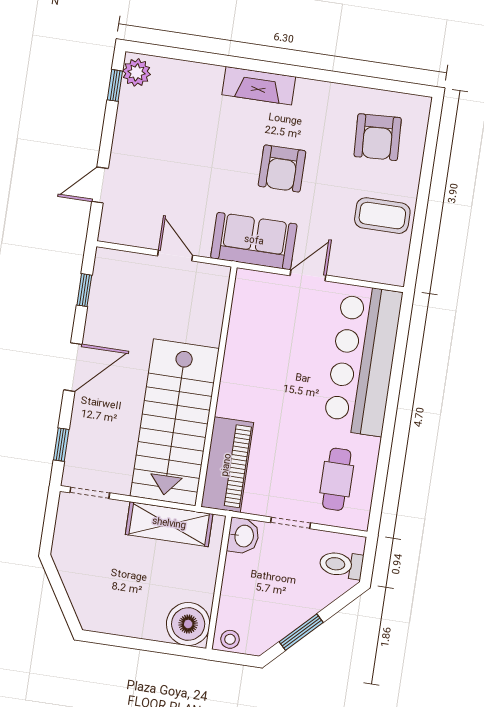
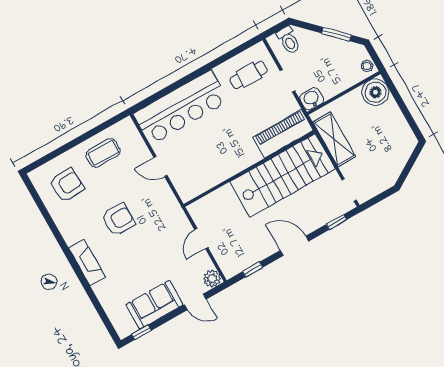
plant: (137, 72) -> (212, 279), moved
coffee table: (382, 216) -> (103, 153), turned 90
sofa: (254, 241) -> (155, 305), moved, turned 90

